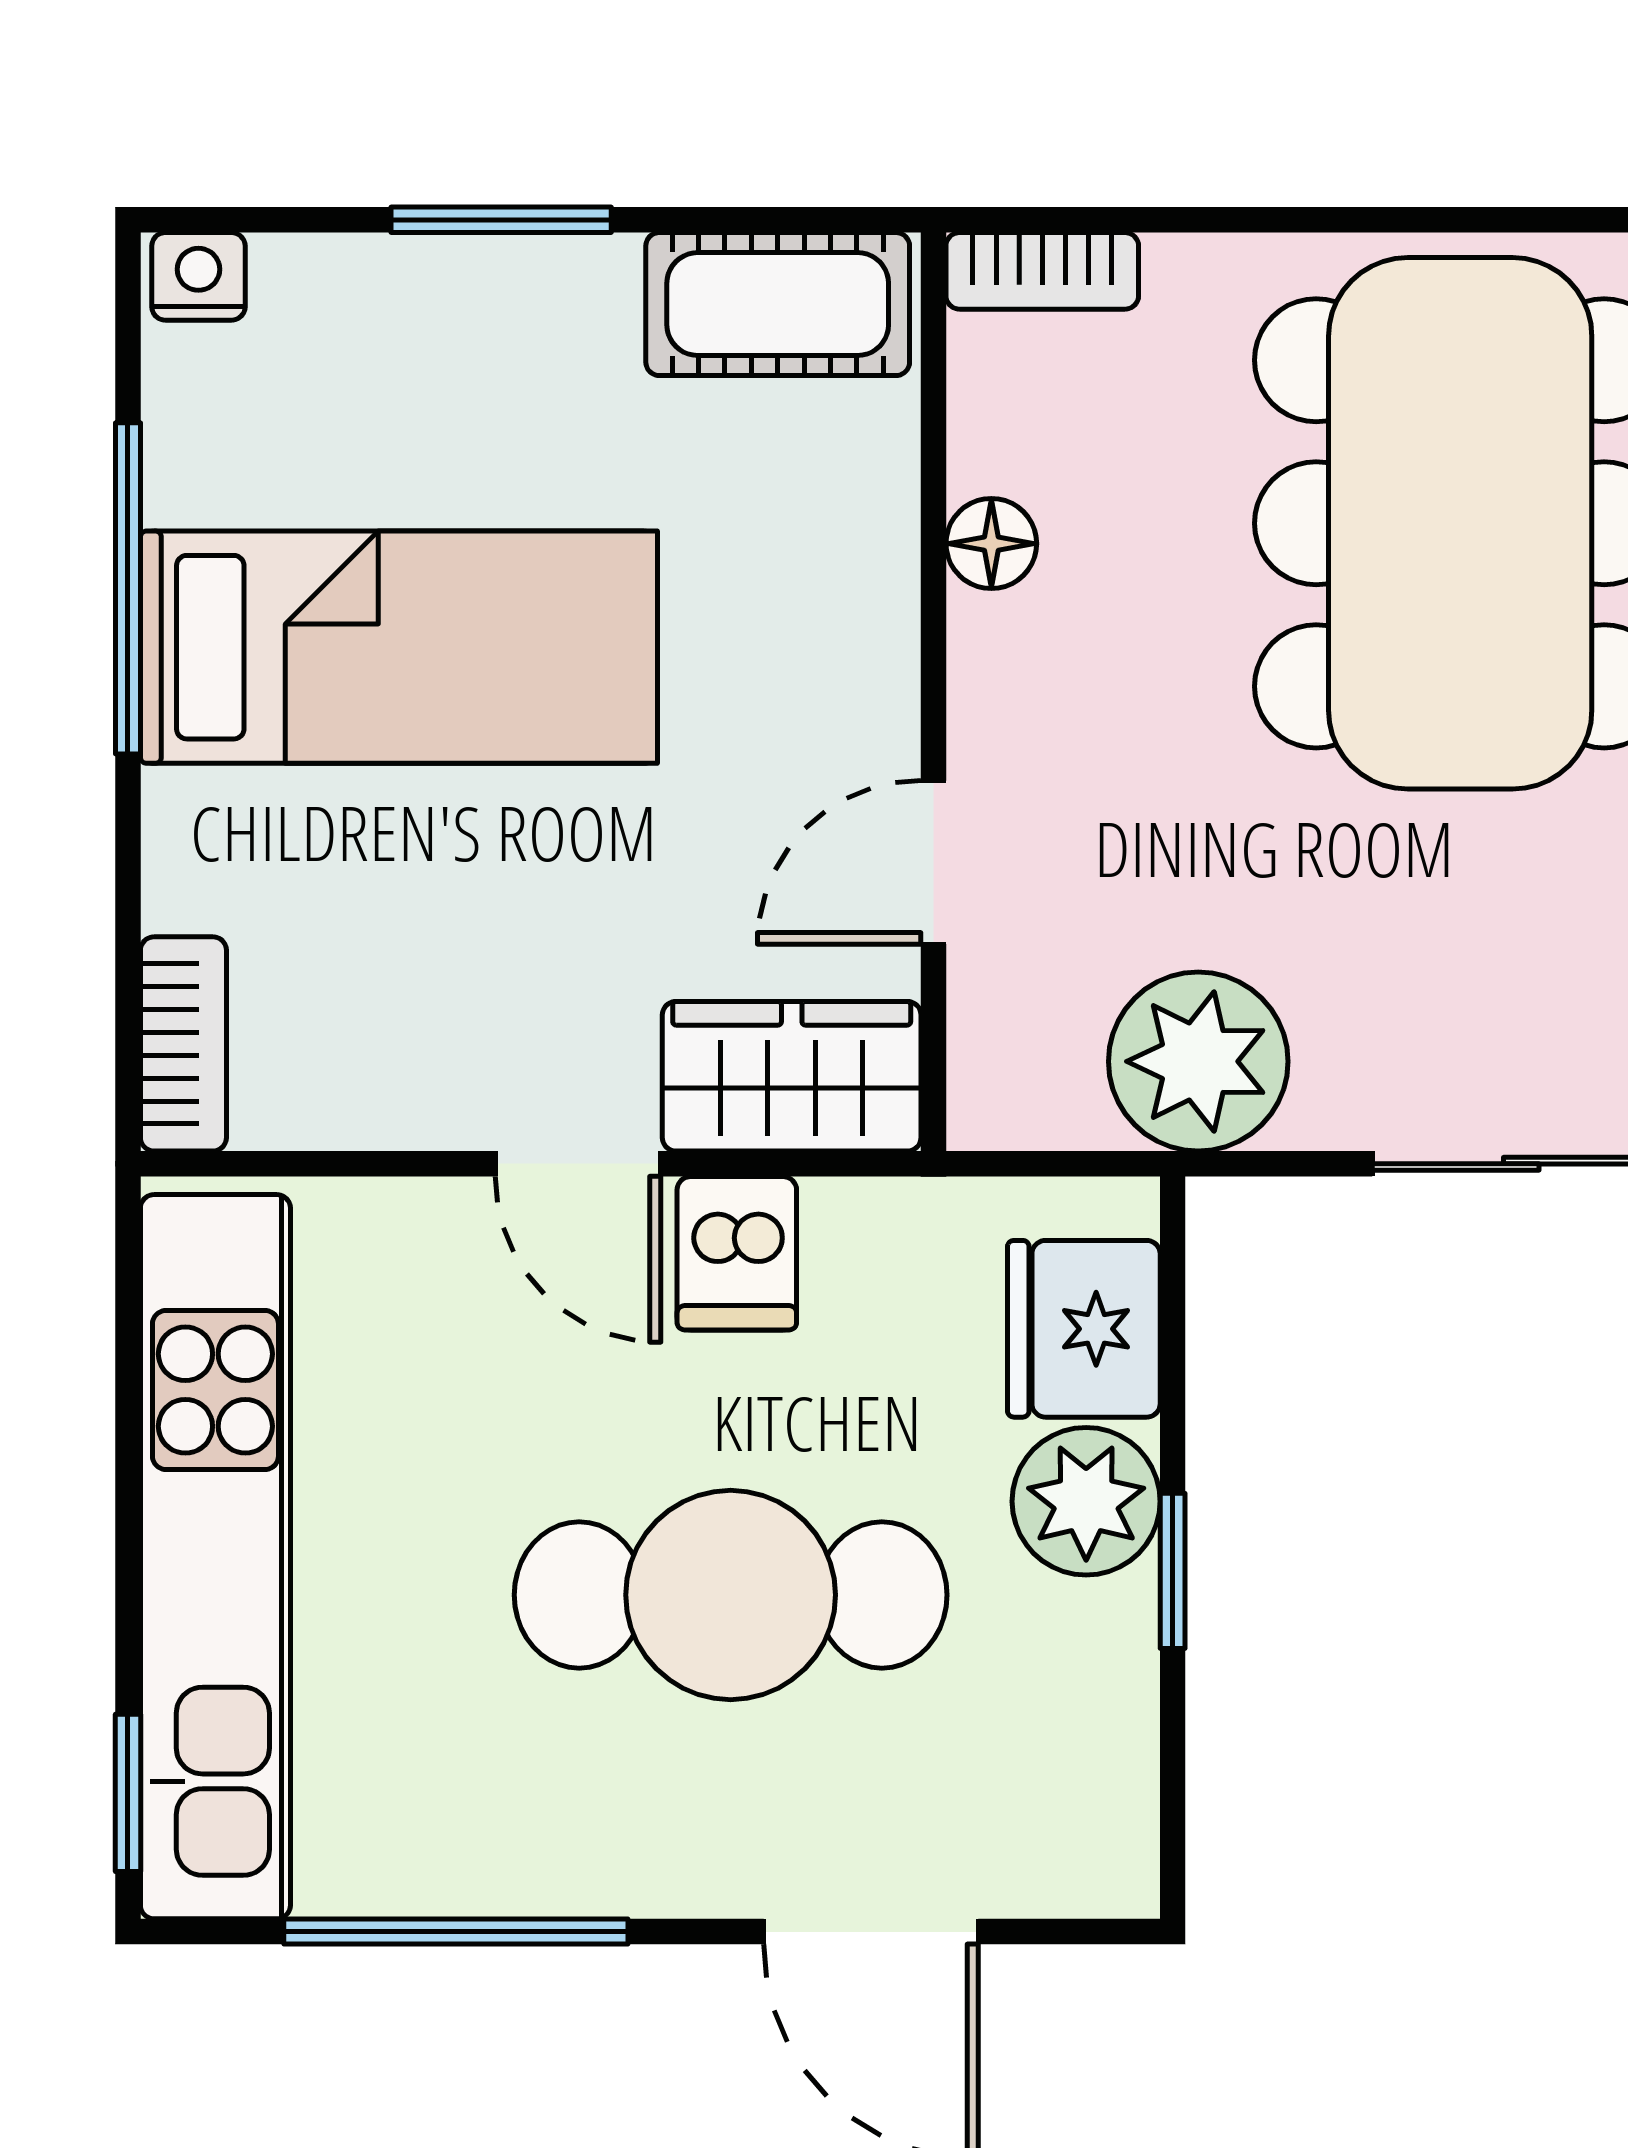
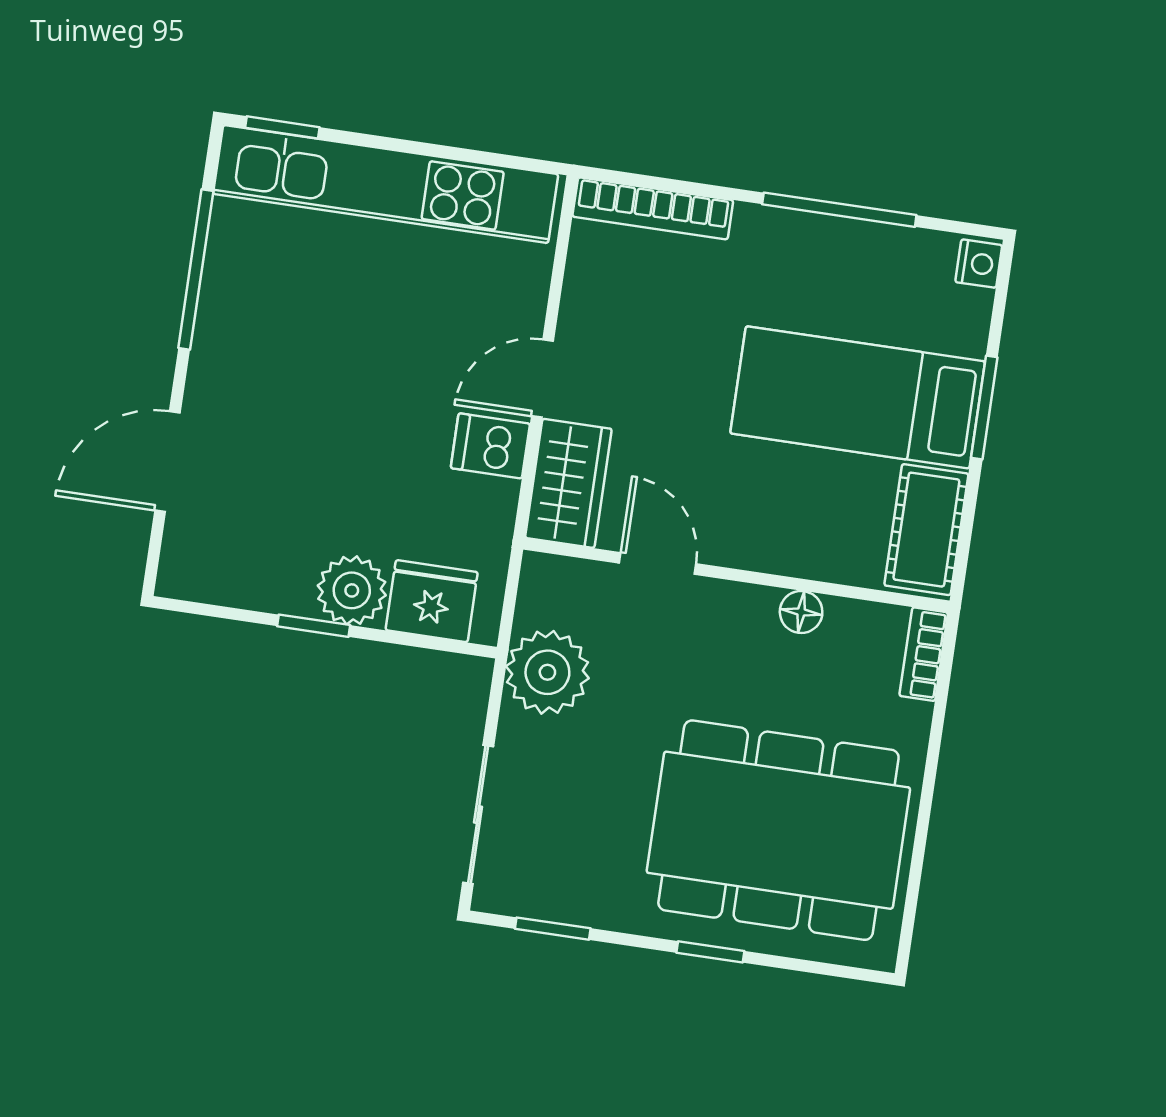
bed: (399, 647) -> (858, 397), moved, turned 90
bookcase: (183, 1044) -> (653, 208), width x1.56
cafe table: (731, 1595) -> (333, 420), removed

